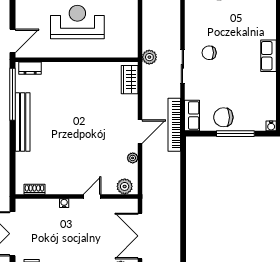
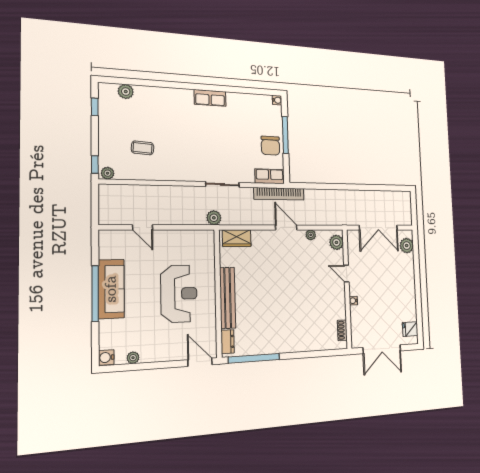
reception desk: (77, 22) -> (179, 294), turned 180
chair: (209, 53) -> (208, 157), removed
bench: (23, 122) -> (228, 298), moved, turned 90

